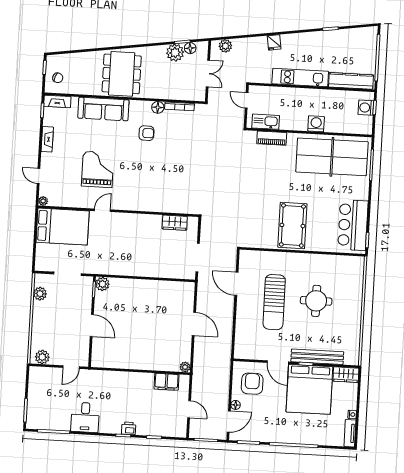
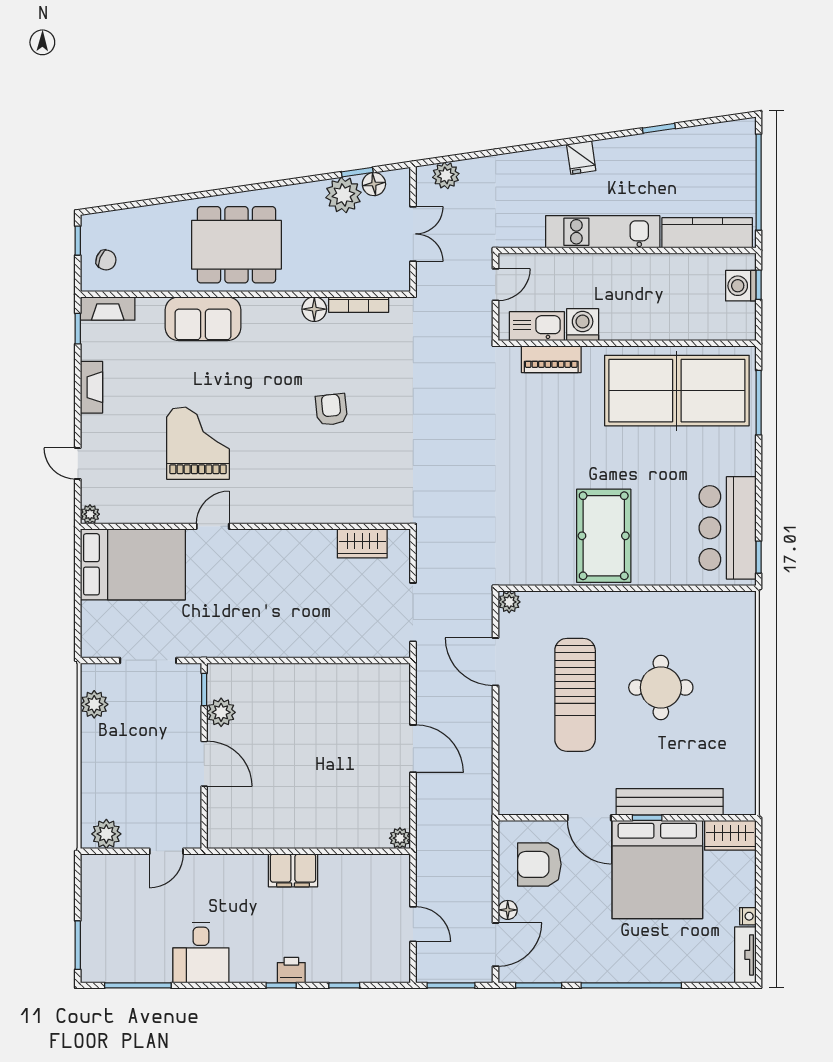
fridge: (274, 42) -> (581, 157), moved
dining table: (122, 74) -> (236, 245), turned 90
door: (247, 100) -> (496, 285), swing flipped
sofa: (103, 109) -> (203, 319), width x0.73
washing machine: (316, 124) -> (583, 325), moved
armchair: (146, 133) -> (331, 410), moved, turned -96
plant: (245, 255) -> (509, 602), added
plant: (102, 284) -> (221, 712), moved
filing cabinet: (166, 382) -> (293, 870), moved
armchair: (252, 384) -> (539, 864), turned -90

